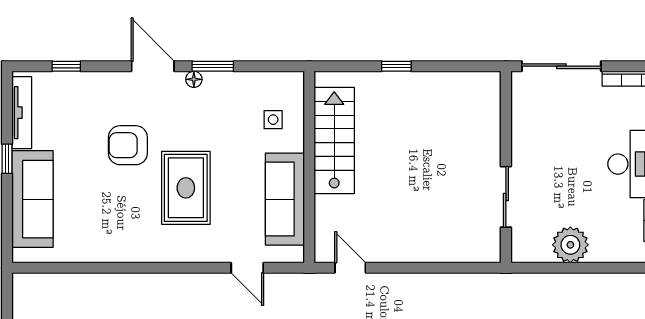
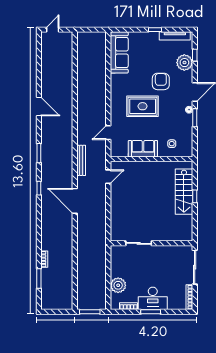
plant: (84, 90) -> (184, 63), added
stairs: (334, 141) -> (184, 192), moved, turned 90
sofa: (33, 199) -> (119, 52), moved, turned -90
sofa: (285, 199) -> (143, 149), width x0.73
plant: (570, 245) -> (118, 285), moved

